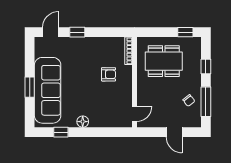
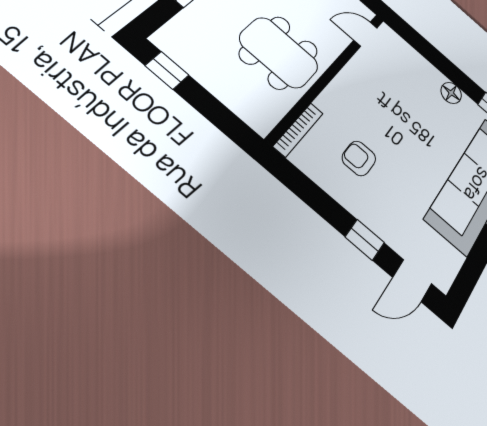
dining table: (164, 61) -> (279, 52), moved
armchair: (109, 74) -> (359, 158), moved

